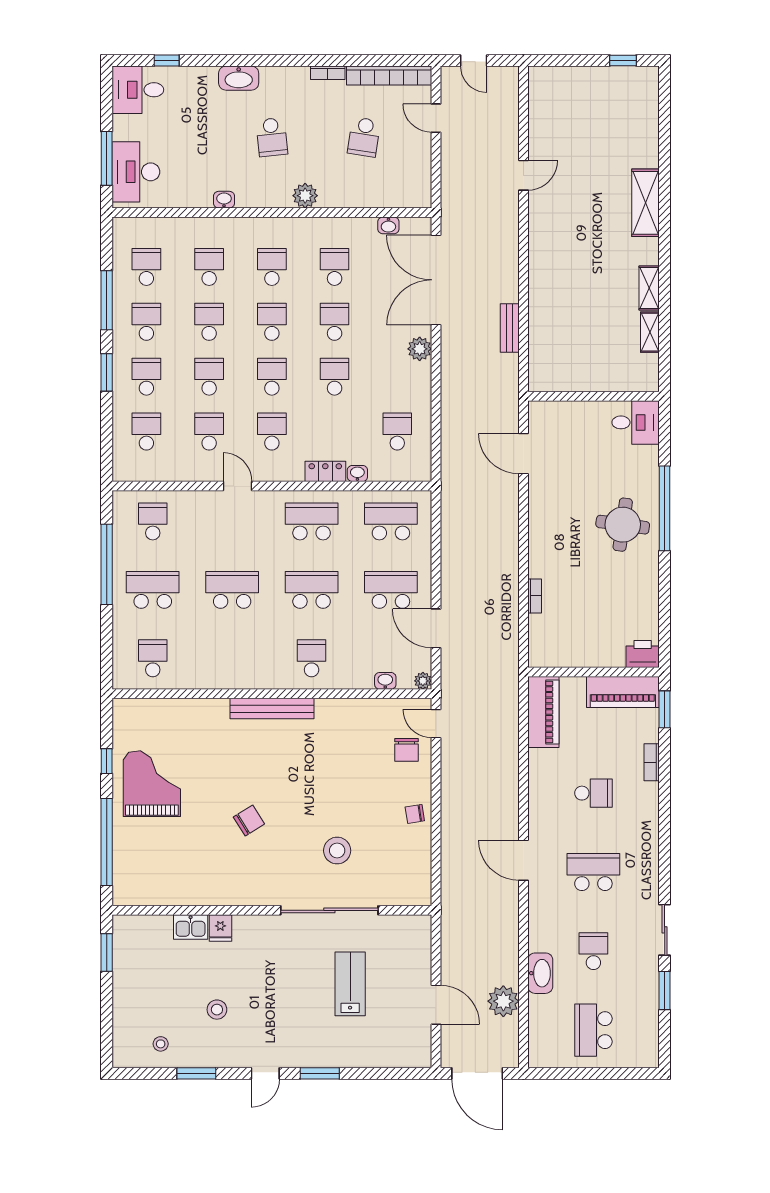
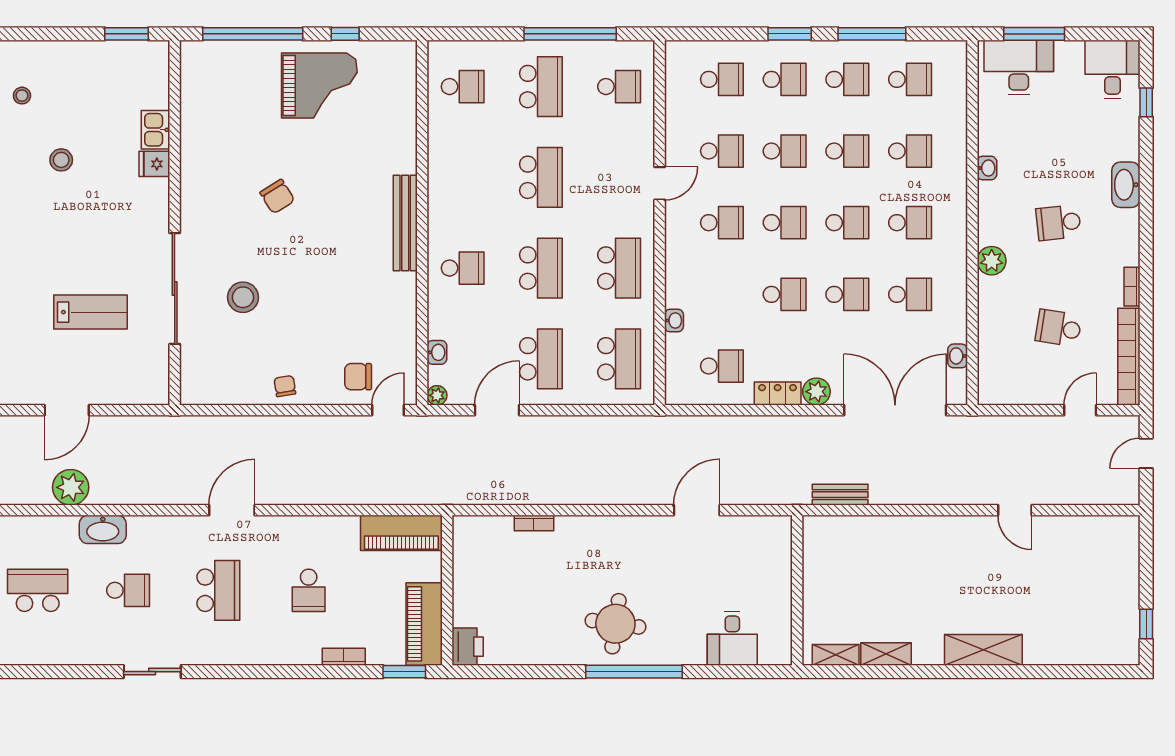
wall: (593, 396) -> (797, 590), moved
locker: (325, 471) -> (778, 393), moved, turned -90
window: (665, 990) -> (83, 672), removed

